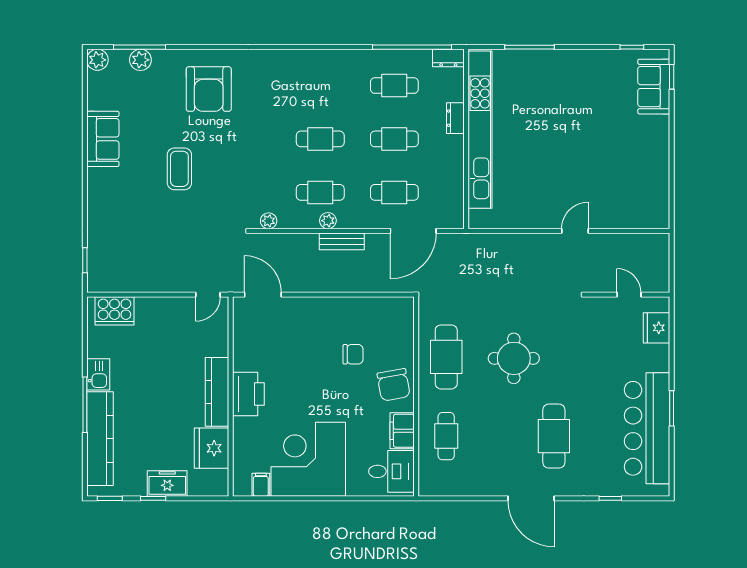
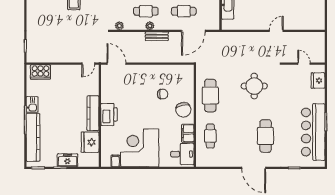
round table: (514, 358) -> (254, 86), moved

